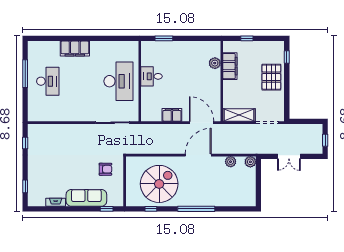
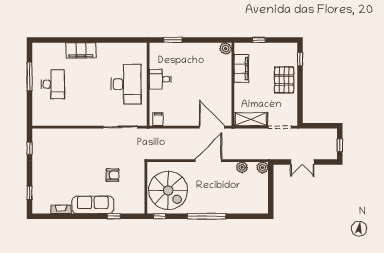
plant: (215, 63) -> (226, 48), moved
filing cabinet: (172, 115) -> (158, 119), moved, width x0.50
wall: (125, 181) -> (146, 188), moved
spiral stairs: (159, 184) -> (168, 190), turned 90

